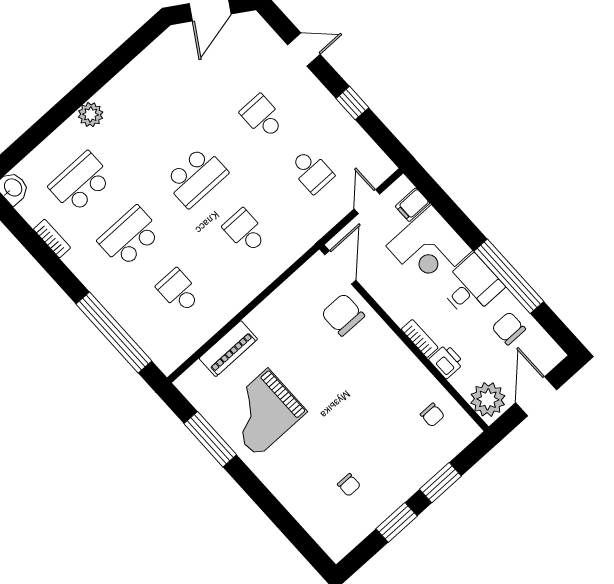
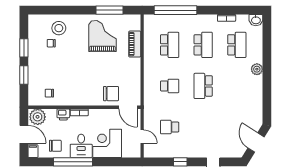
school desk: (262, 117) -> (203, 127), removed
filing cabinet: (413, 205) -> (33, 151), moved
school desk: (179, 291) -> (170, 45), width x1.85
stool: (313, 495) -> (59, 28), added

